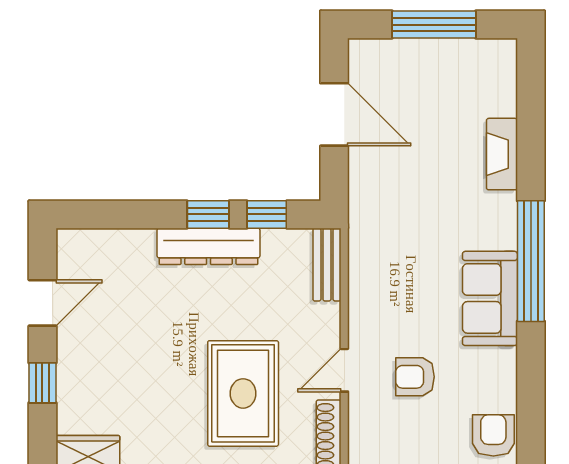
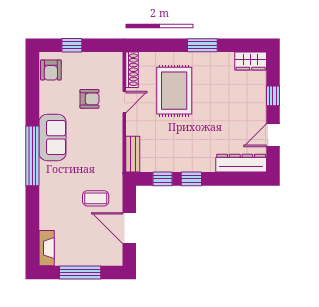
fireplace: (502, 154) -> (47, 248), moved
coffee table: (402, 175) -> (96, 198), added
dresser: (209, 246) -> (241, 163), moved

